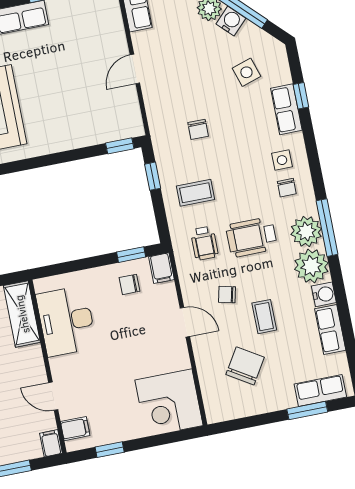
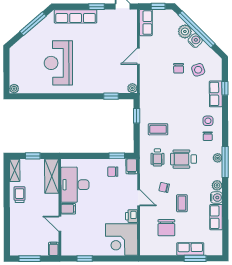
plant: (135, 128) -> (132, 88), added
chair: (198, 129) -> (179, 68), moved
window: (120, 146) -> (111, 96), moved
plant: (306, 232) -> (218, 158), width x0.53, depth x0.53
plant: (311, 266) -> (217, 185), width x0.53, depth x0.53
printer: (179, 357) -> (132, 216), added
chair: (245, 366) -> (166, 228), turned 148
row of seats: (320, 390) -> (190, 249), moved
filing cabinet: (75, 429) -> (68, 209), moved

